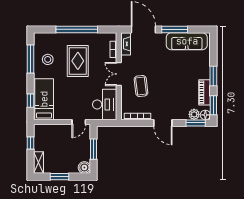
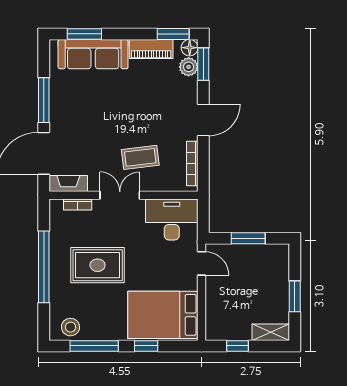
sofa: (187, 41) -> (93, 54), moved, turned 90
stool: (48, 59) -> (70, 327), moved
double door: (119, 74) -> (120, 195), swing flipped
window: (213, 76) -> (84, 34), moved
bed: (44, 99) -> (163, 315), width x1.50
window: (30, 101) -> (146, 346), moved
boiler: (84, 167) -> (279, 254), removed

